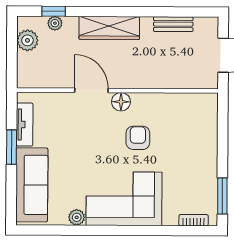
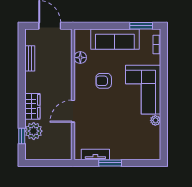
plant: (55, 23) -> (34, 131), width x1.88, depth x1.88
wardrobe: (109, 28) -> (32, 106), width x0.67
plant: (27, 40) -> (41, 153), removed
floor lamp: (121, 102) -> (80, 58), moved
sofa: (32, 185) -> (115, 39), moved, turned 180

